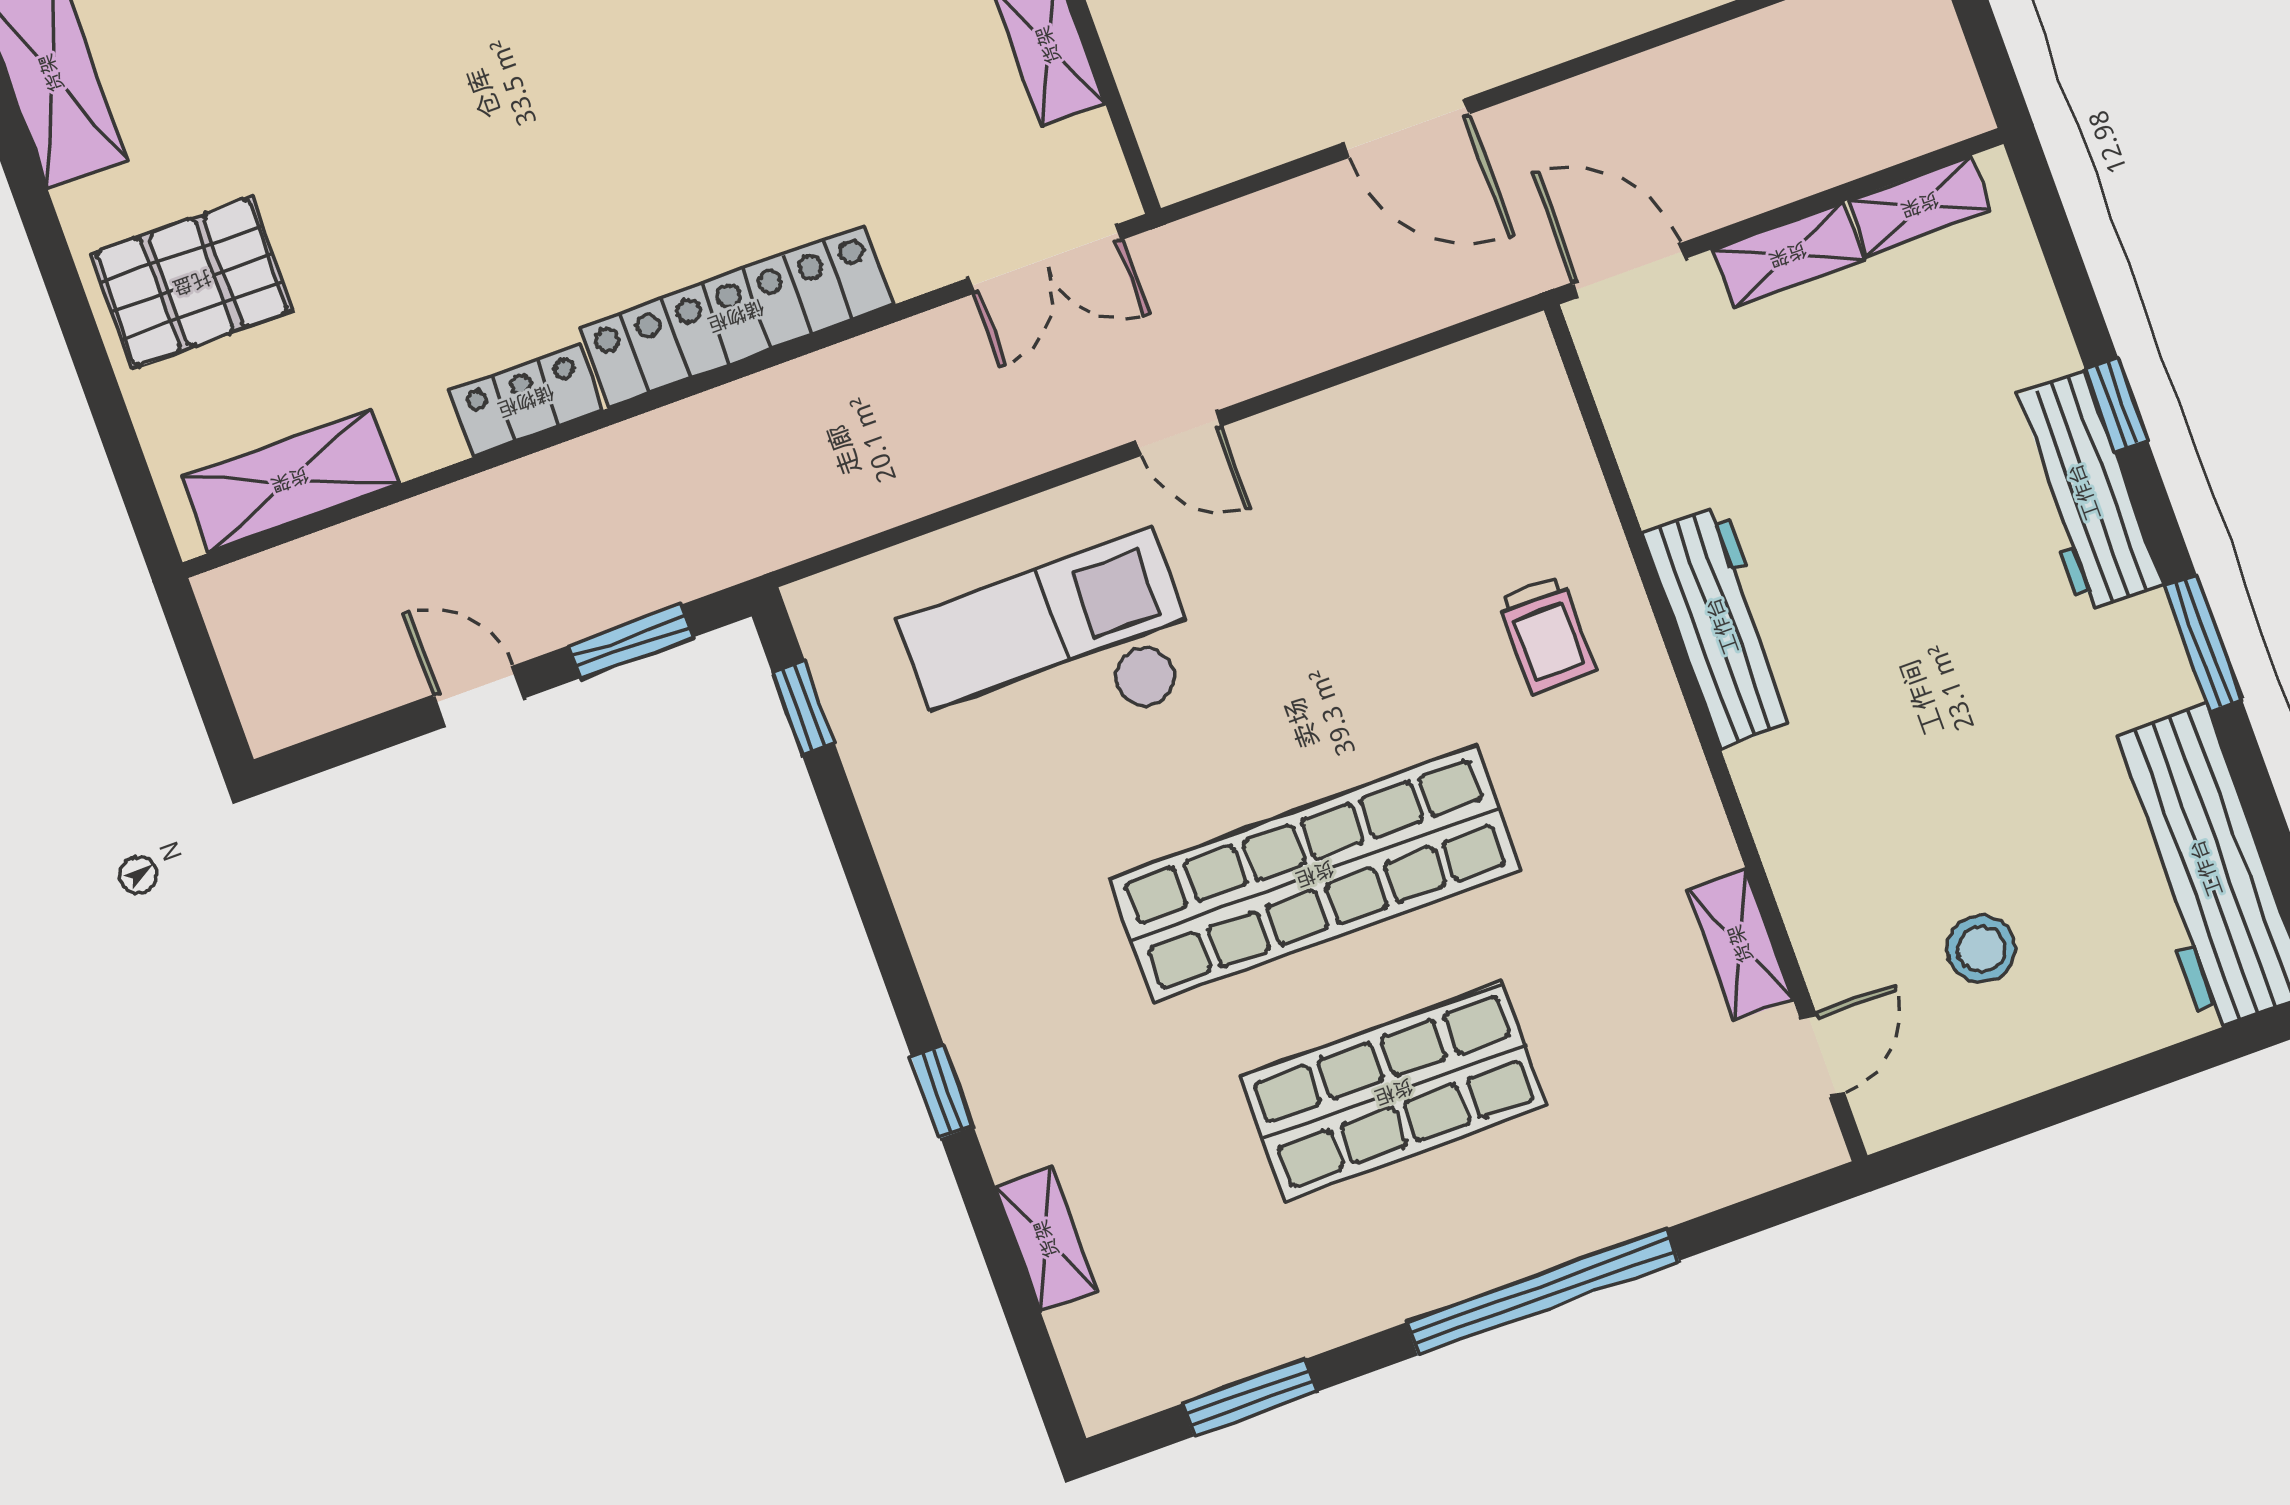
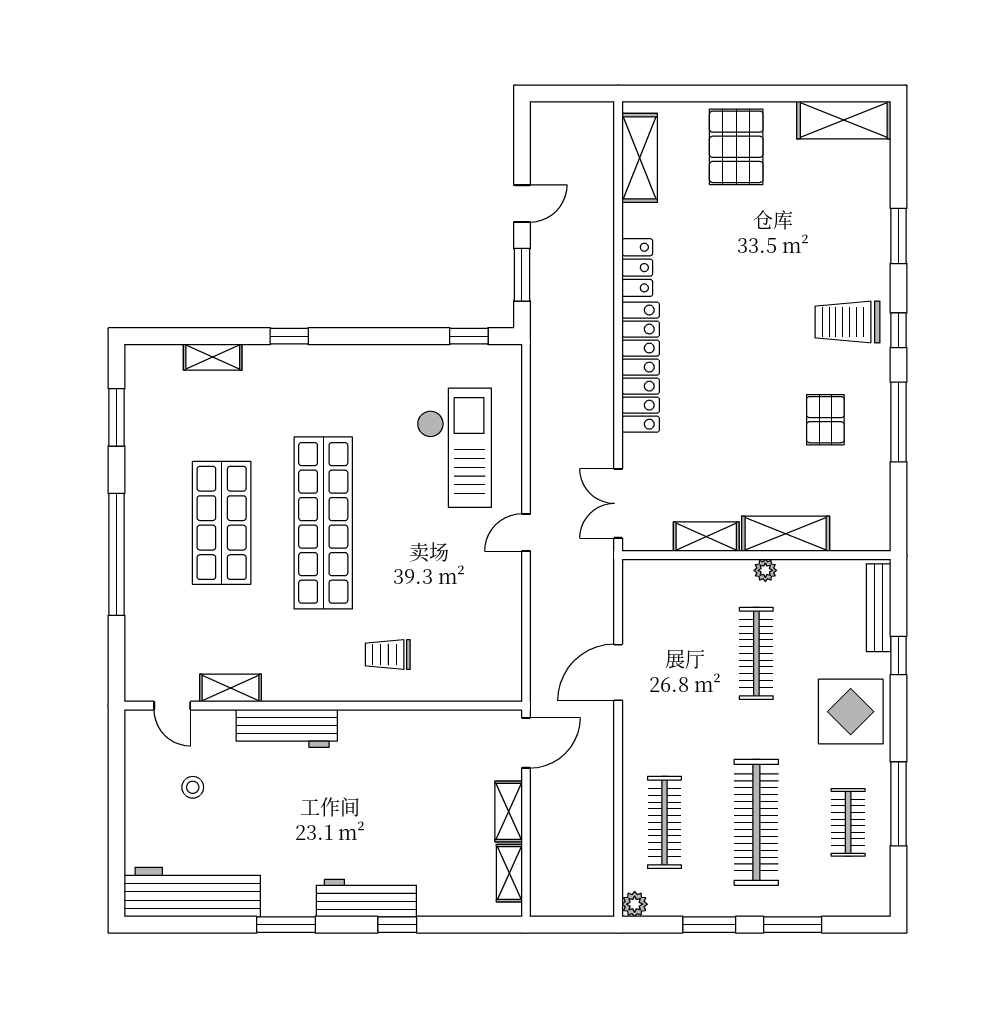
workbench: (1722, 626) -> (287, 728), moved
stool: (1981, 949) -> (193, 787), width x0.73, depth x0.73

